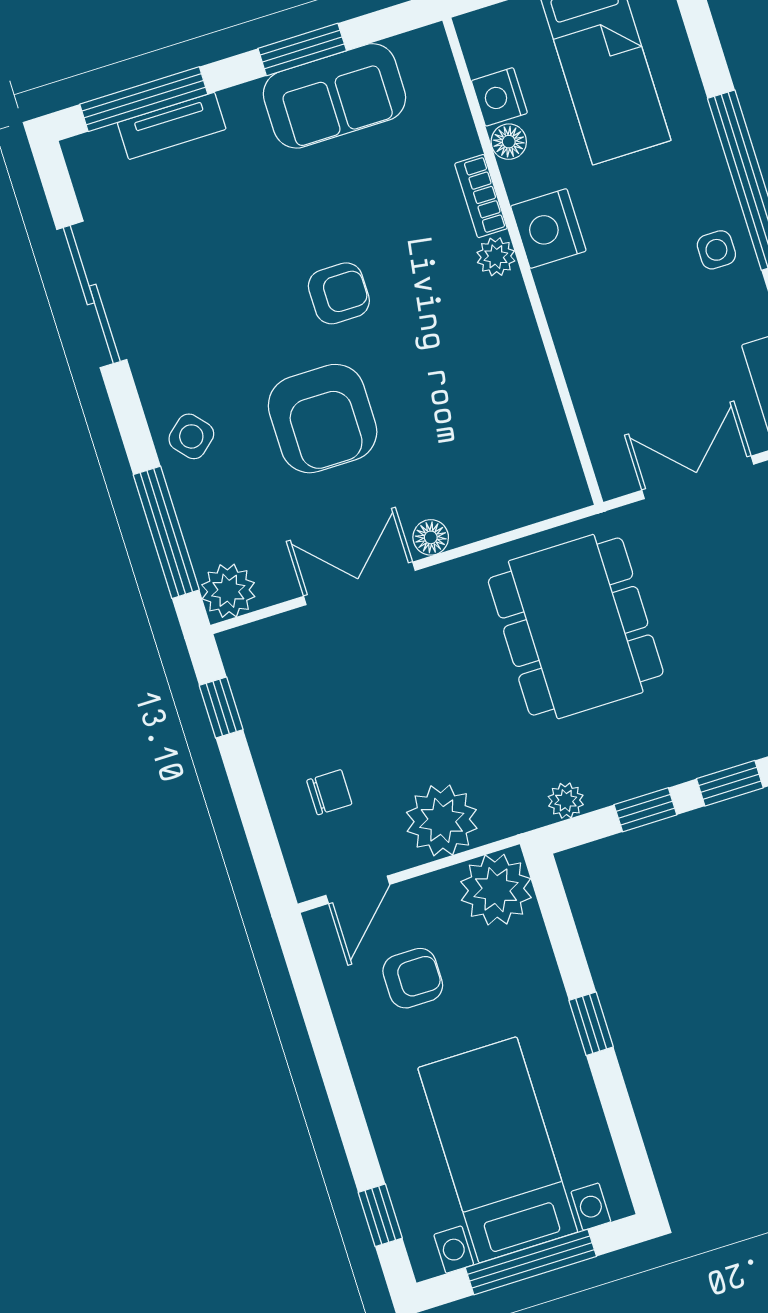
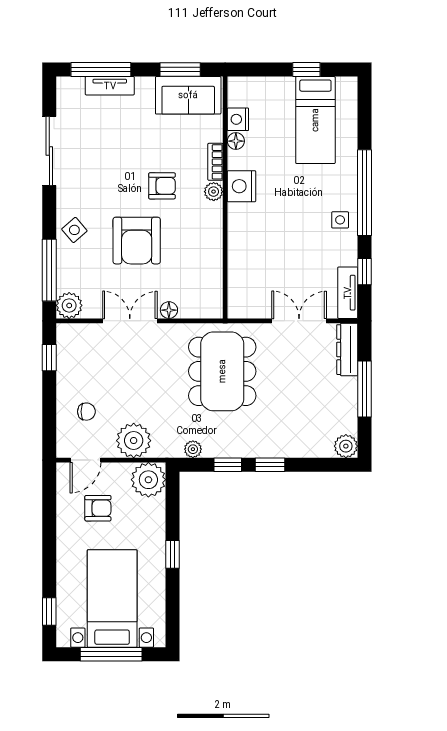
nightstand: (499, 97) -> (238, 119), moved
floor lamp: (509, 142) -> (236, 141), moved
bookcase: (481, 196) -> (215, 162), moved
nightstand: (548, 228) -> (241, 186), moved
plant: (496, 257) -> (214, 192), moved
wall: (523, 261) -> (225, 197), moved

